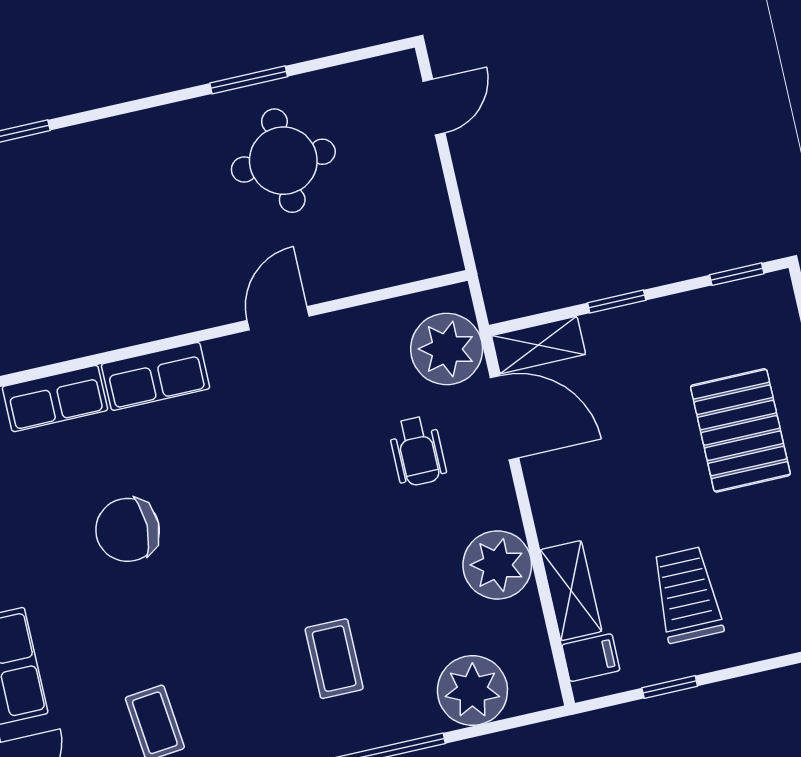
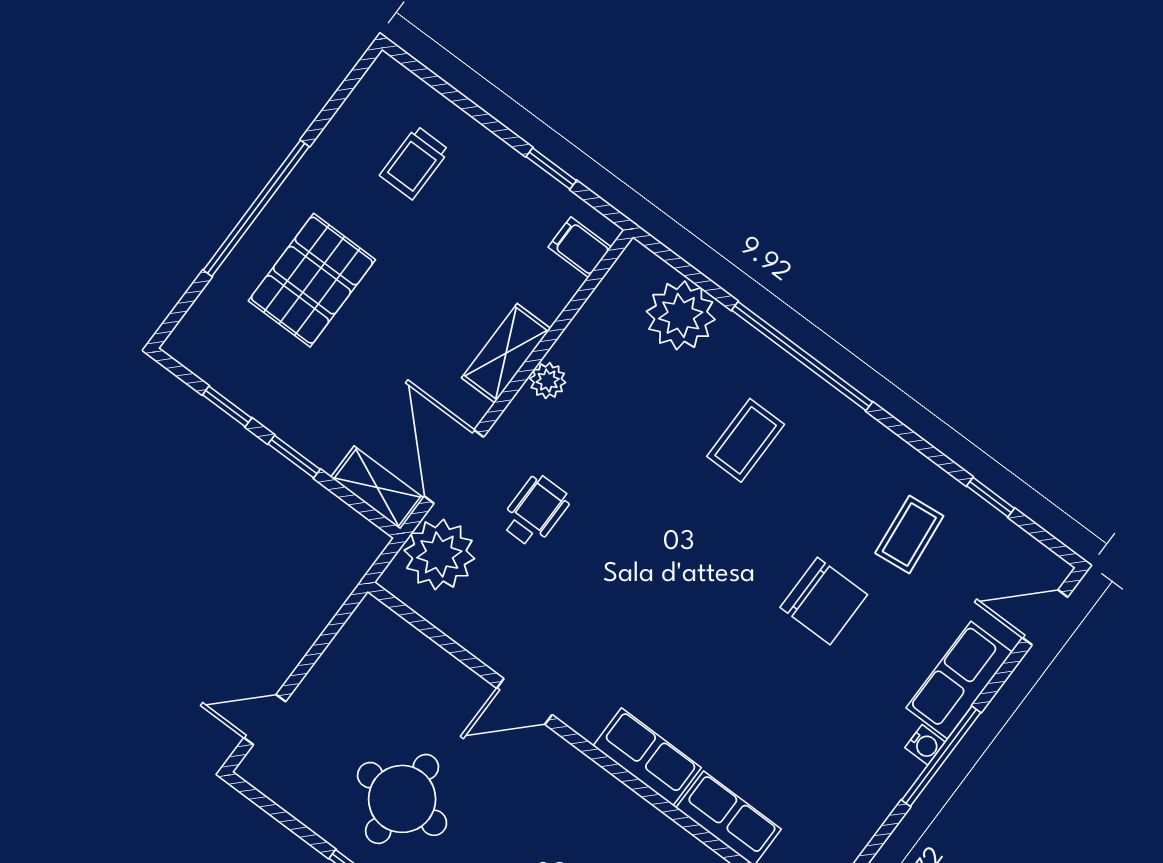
window: (737, 274) -> (227, 406), moved
chair: (128, 530) -> (824, 601), moved
plant: (497, 565) -> (548, 381), width x0.53, depth x0.53
shelving: (571, 591) -> (506, 353), moved
trolley: (687, 595) -> (414, 163), moved, width x0.73, depth x0.72

